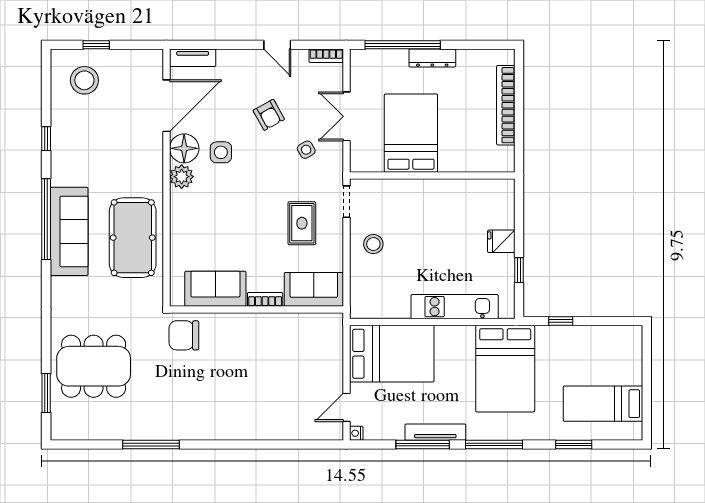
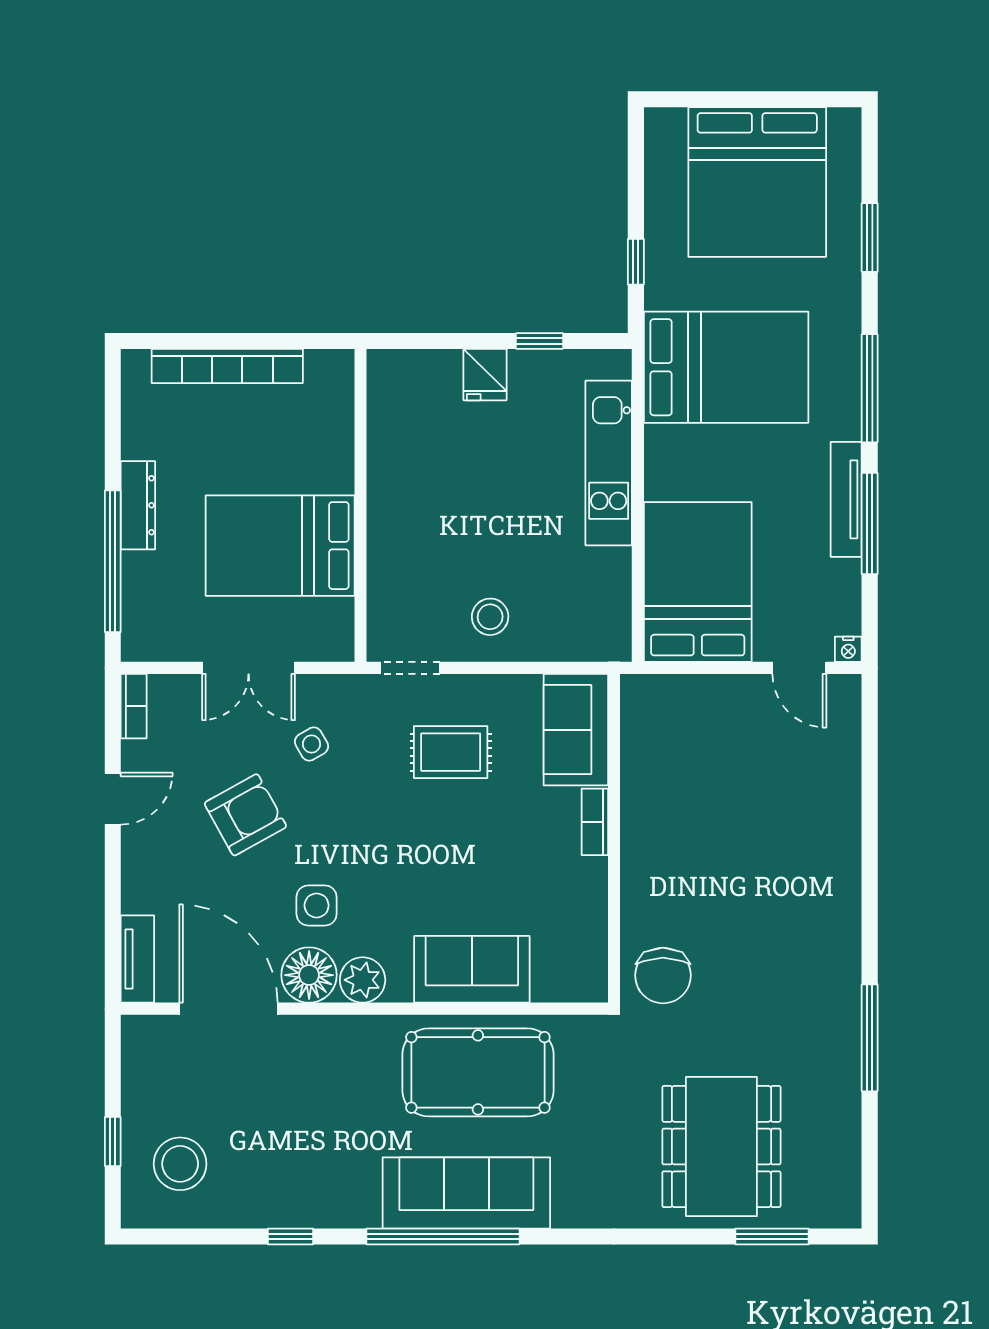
armchair: (269, 115) -> (245, 815), width x1.38, depth x1.38
sofa: (215, 289) -> (472, 969), moved, turned 90
bed: (603, 404) -> (757, 182), width x2.04

